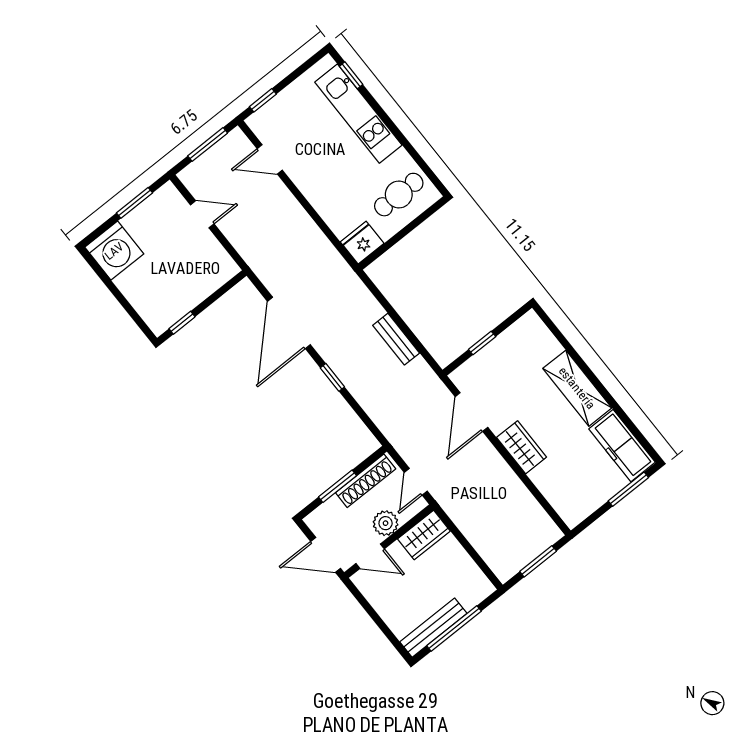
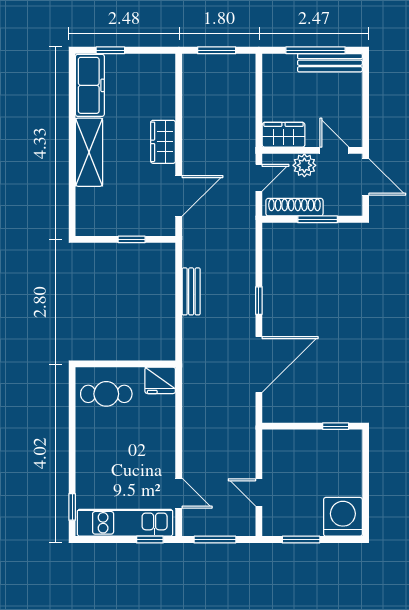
kitchen unit: (358, 114) -> (125, 523), moved, turned -90
window: (628, 489) -> (110, 50), width x0.67

